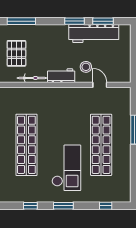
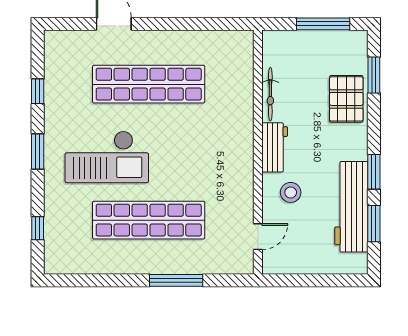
window: (21, 21) -> (374, 75), width x0.69
pallet: (16, 53) -> (346, 99), moved, turned 90
door: (100, 85) -> (258, 237), moved

